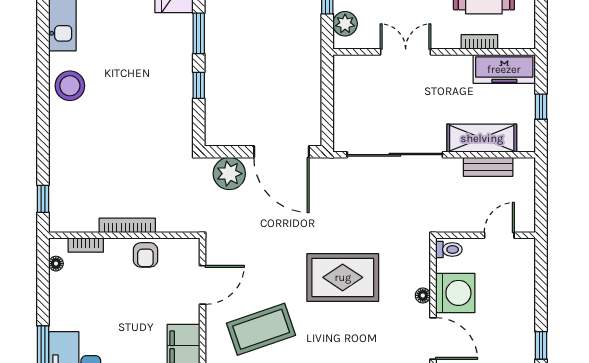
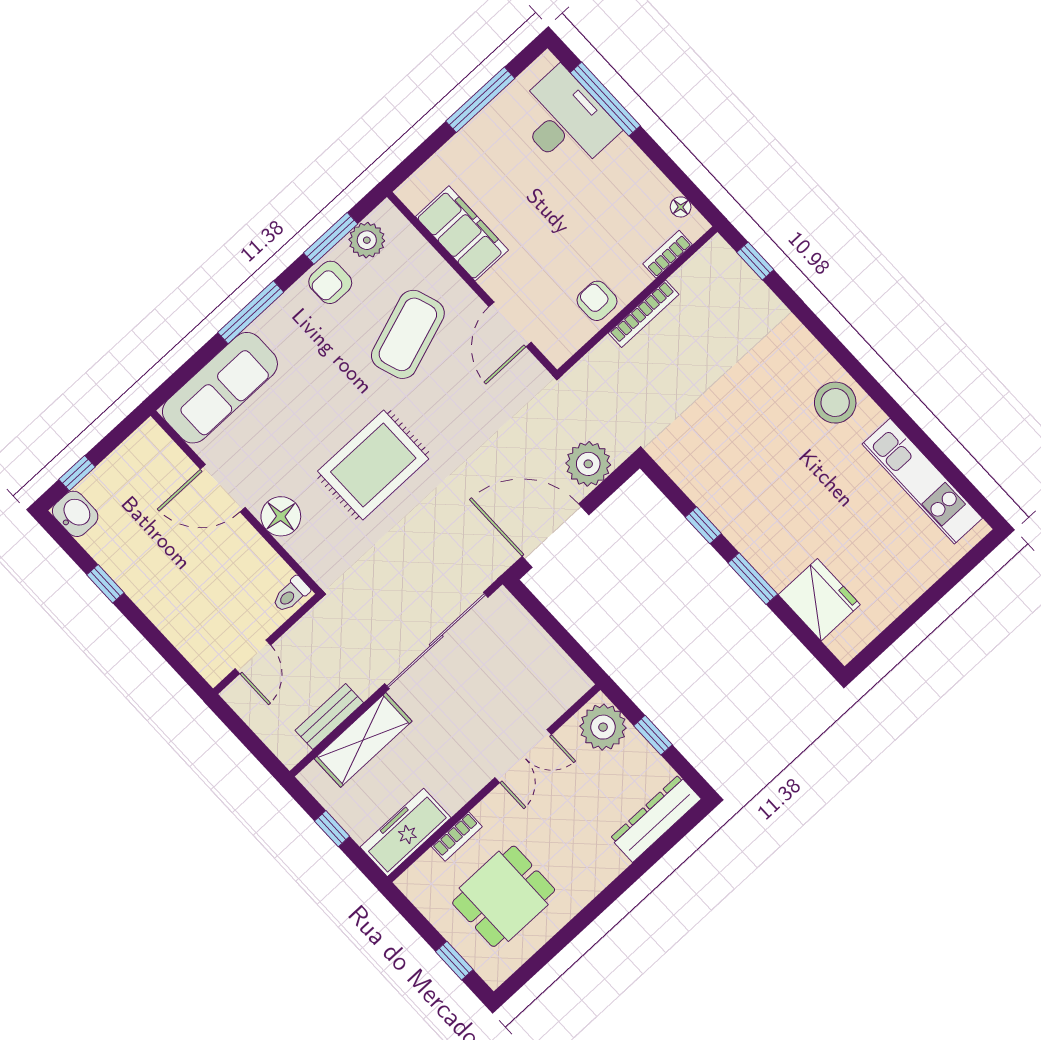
plant: (345, 24) -> (603, 727), width x1.36, depth x1.36
washing machine: (455, 293) -> (243, 556), removed
floor lamp: (423, 295) -> (281, 516), width x1.89, depth x1.89

